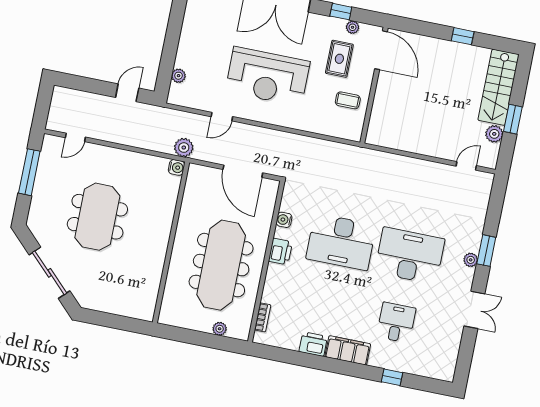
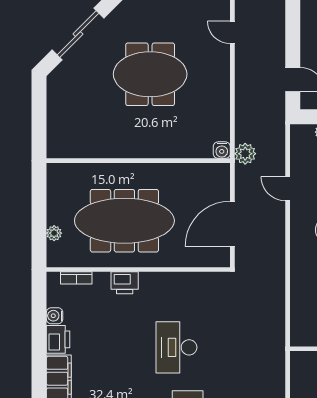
water cooler: (284, 220) -> (55, 316), moved, turned -90
desk: (341, 242) -> (176, 347), width x0.73, depth x0.77
printer: (280, 251) -> (125, 283), moved

